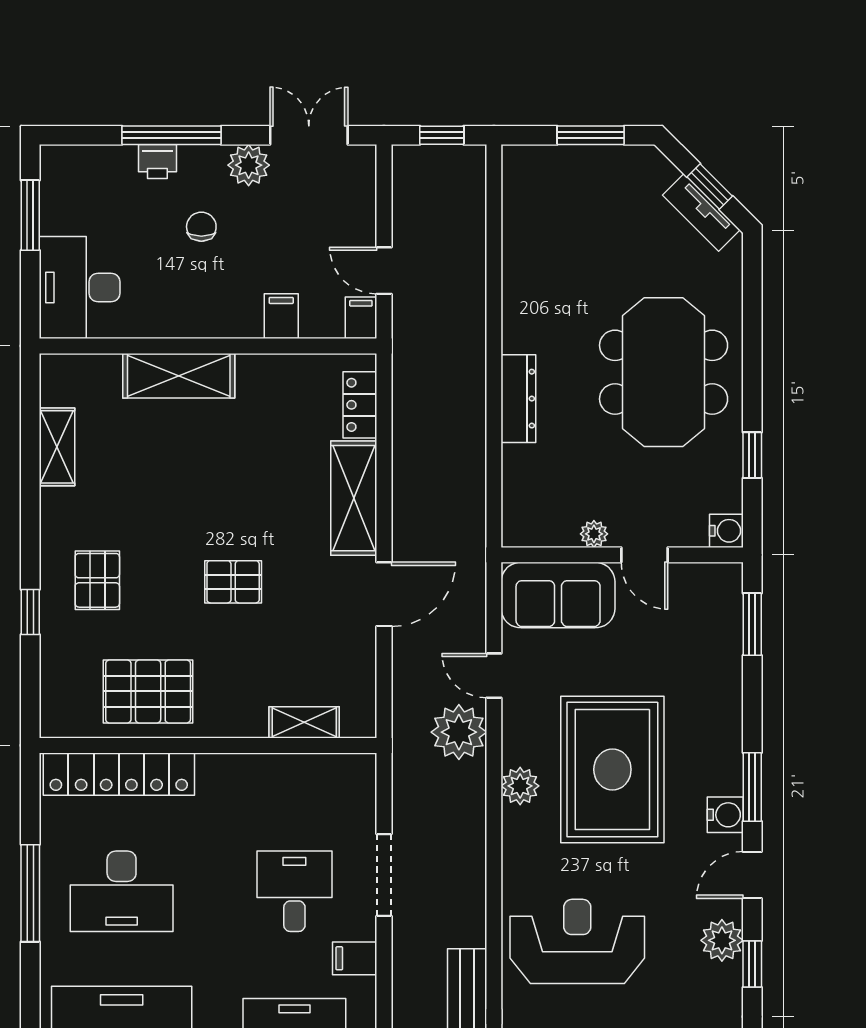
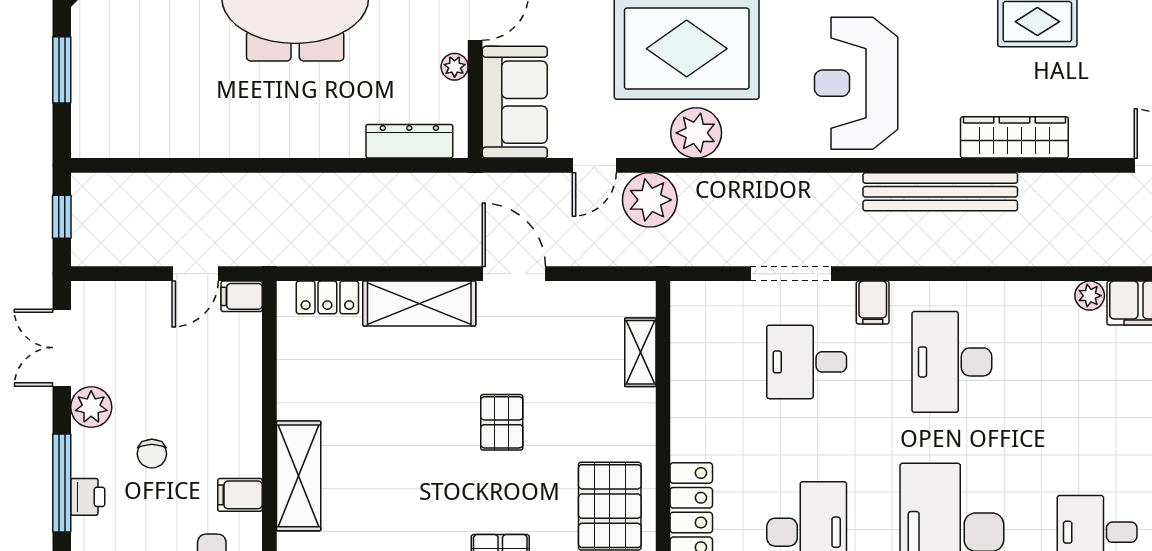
chair: (201, 227) -> (152, 454), turned -90
filing cabinet: (281, 316) -> (240, 495), moved
dresser: (518, 399) -> (409, 141), moved
plant: (520, 786) -> (696, 133), width x1.36, depth x1.36

